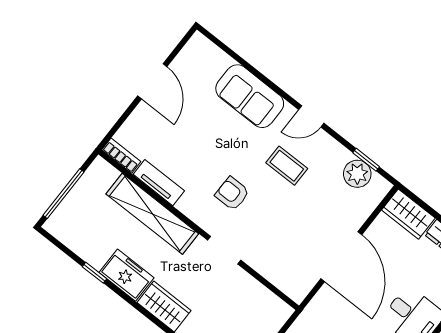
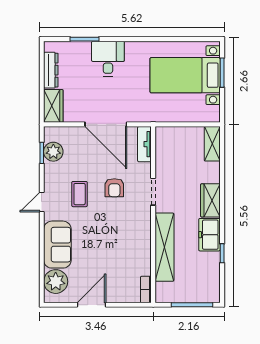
plant: (210, 62) -> (56, 282), added
door: (311, 116) -> (42, 202), swing flipped
tv unit: (159, 183) -> (144, 144), moved
armchair: (232, 194) -> (114, 188), moved
door: (341, 257) -> (106, 124), swing flipped

